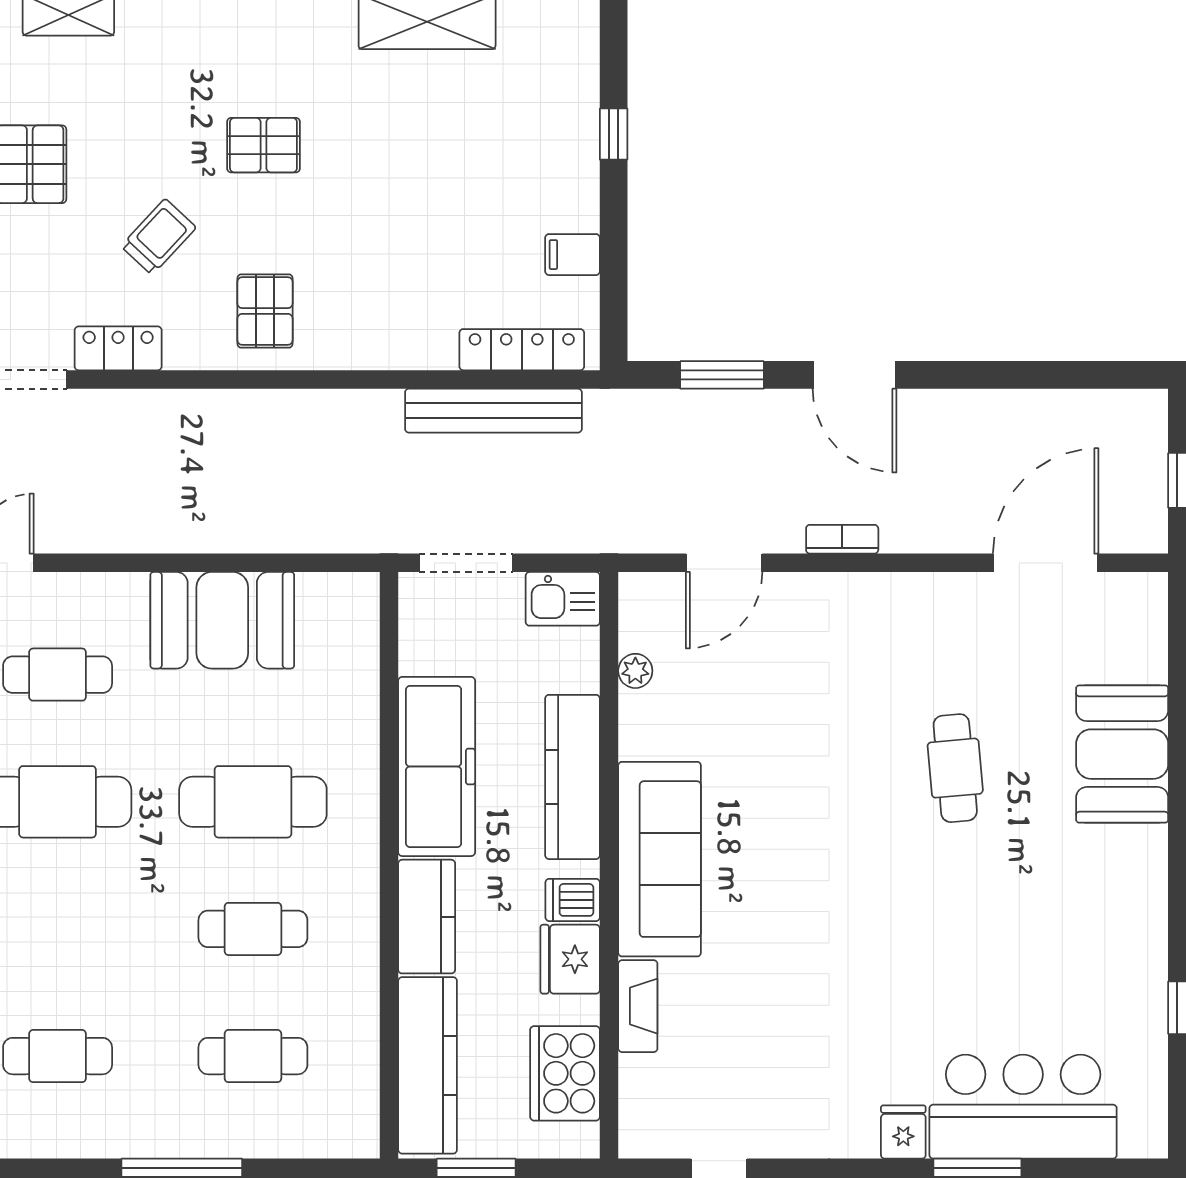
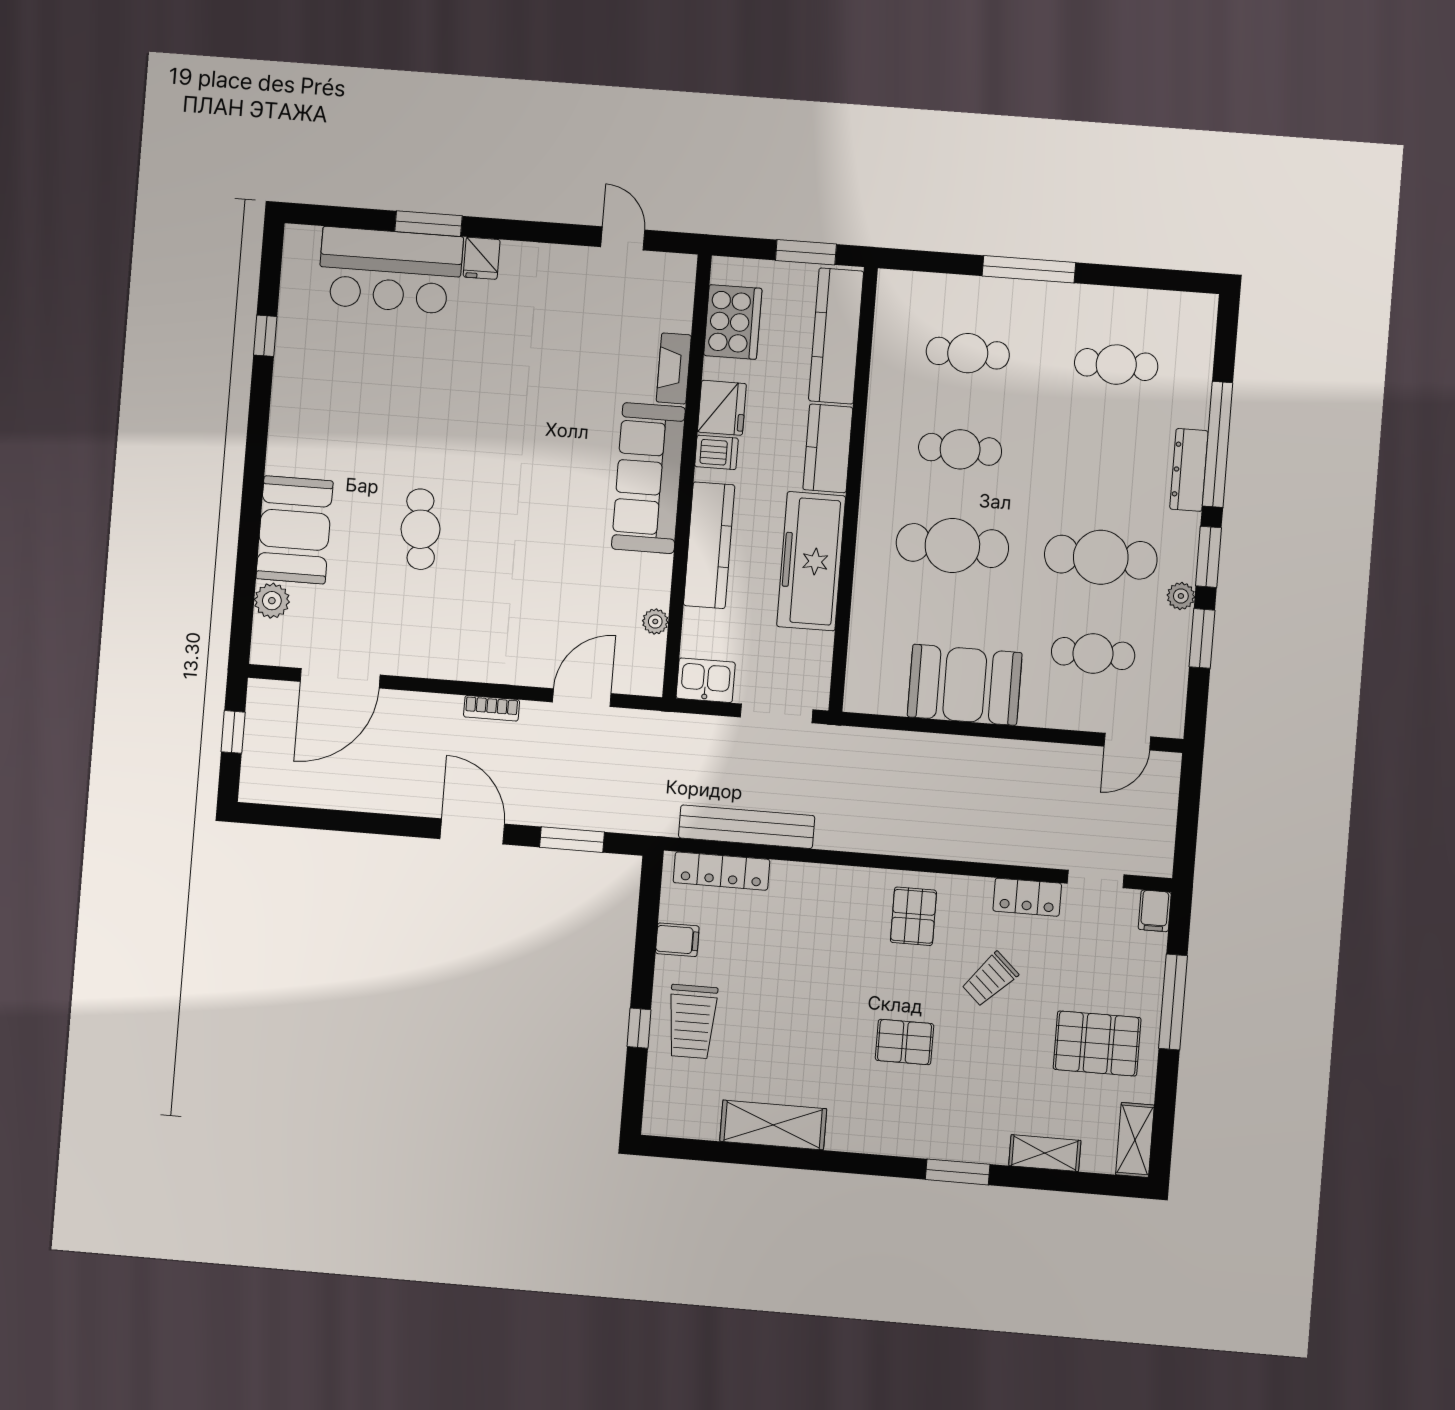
trolley: (544, 149) -> (692, 1022), added
plant: (1145, 658) -> (272, 601), added

